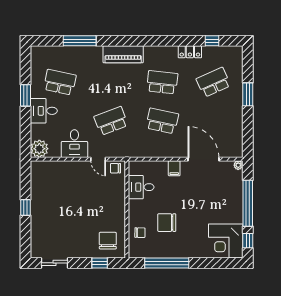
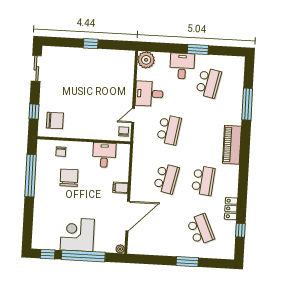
school desk: (111, 121) -> (169, 130), turned 30
corner desk: (226, 241) -> (77, 235), moved

